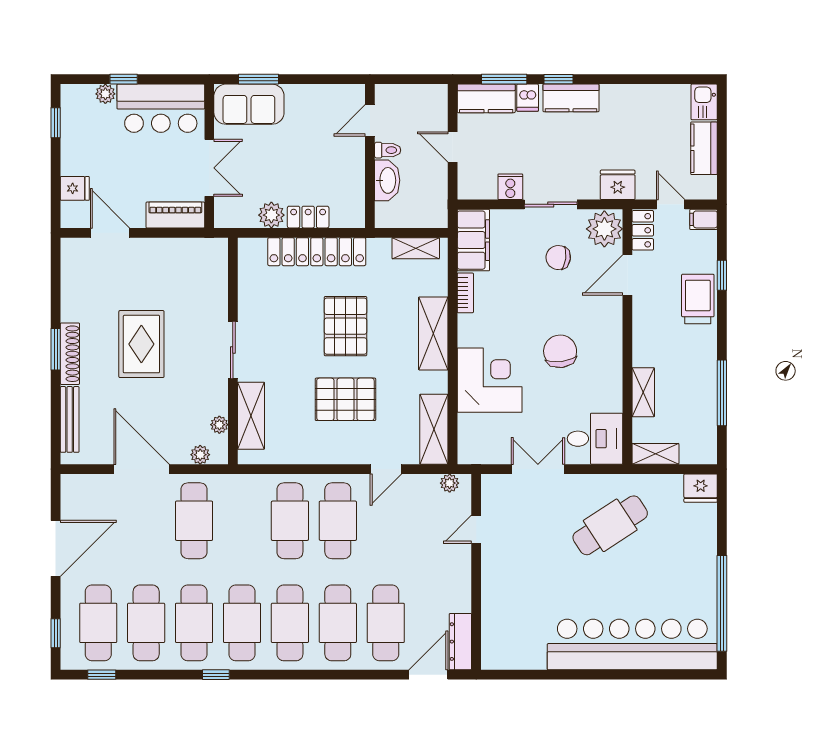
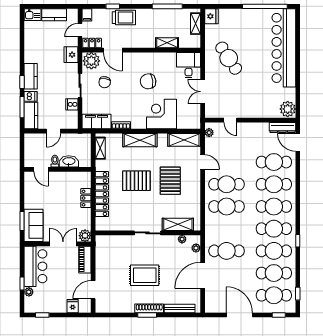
plant: (271, 215) -> (85, 236), moved
trolley: (698, 299) -> (124, 18), turned 180
shelving: (655, 454) -> (196, 24), moved
plant: (500, 653) -> (288, 109), added

